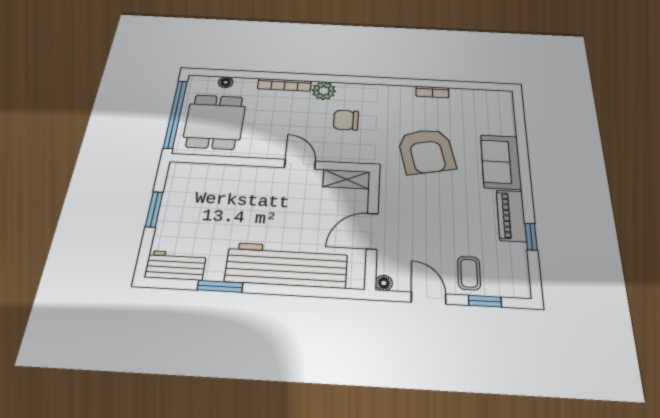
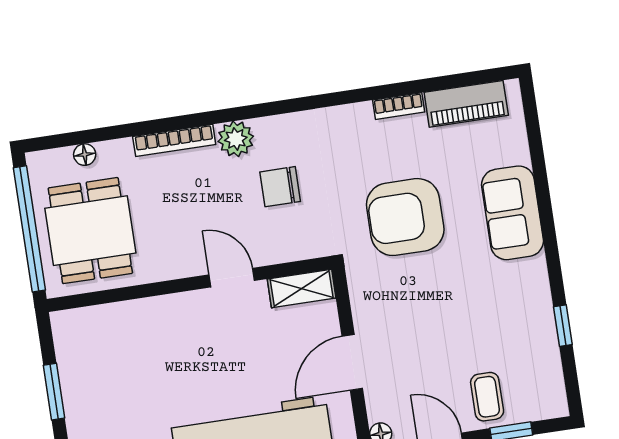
armchair: (426, 151) -> (405, 217), turned 102
piano: (511, 216) -> (466, 104), moved, turned -90

